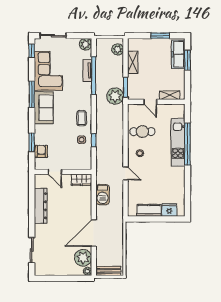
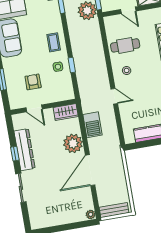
armchair: (41, 151) -> (33, 82), moved
window: (32, 208) -> (15, 154), added
sliding door: (32, 250) -> (21, 188), moved
plant: (83, 258) -> (73, 143), moved

